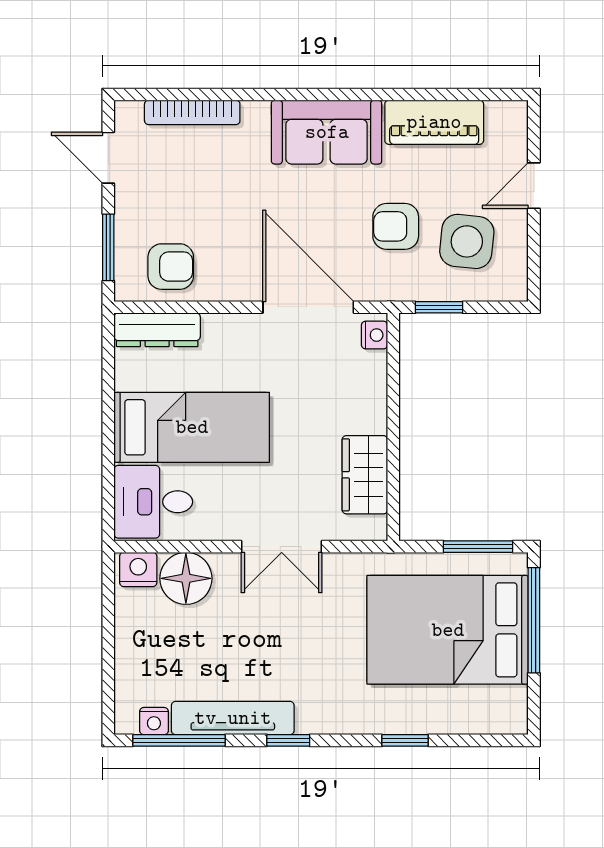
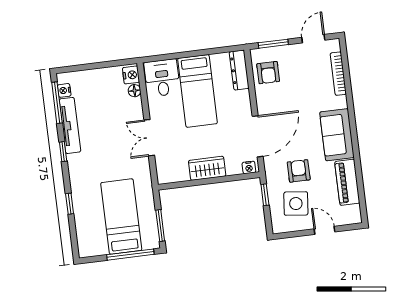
wardrobe: (365, 475) -> (207, 168), moved
floor lamp: (186, 578) -> (135, 91), width x0.53, depth x0.53
bed: (448, 630) -> (121, 217), width x0.67

